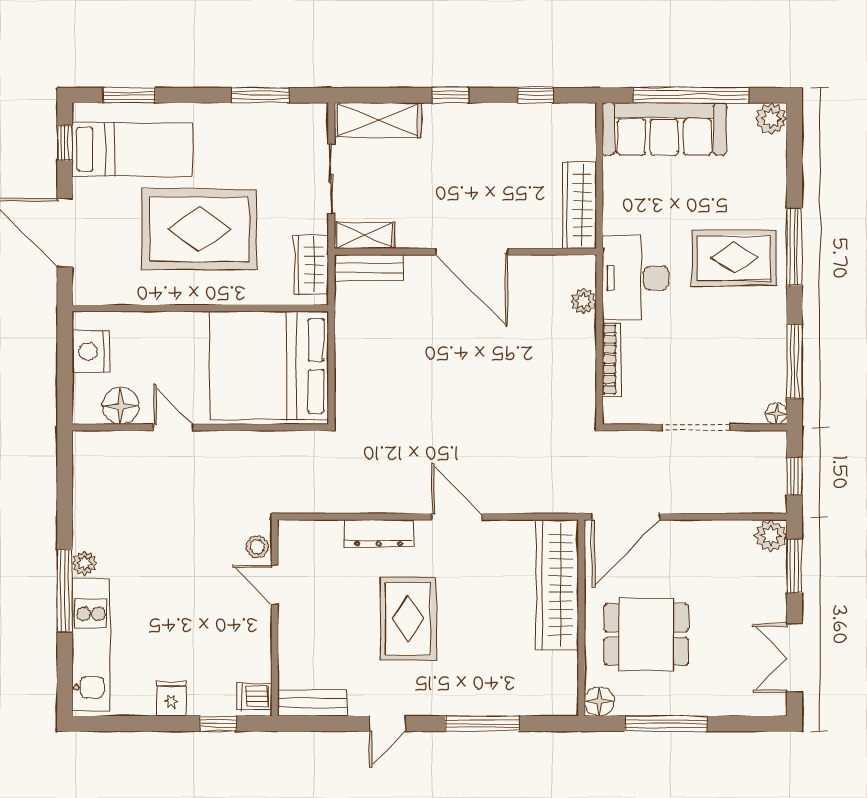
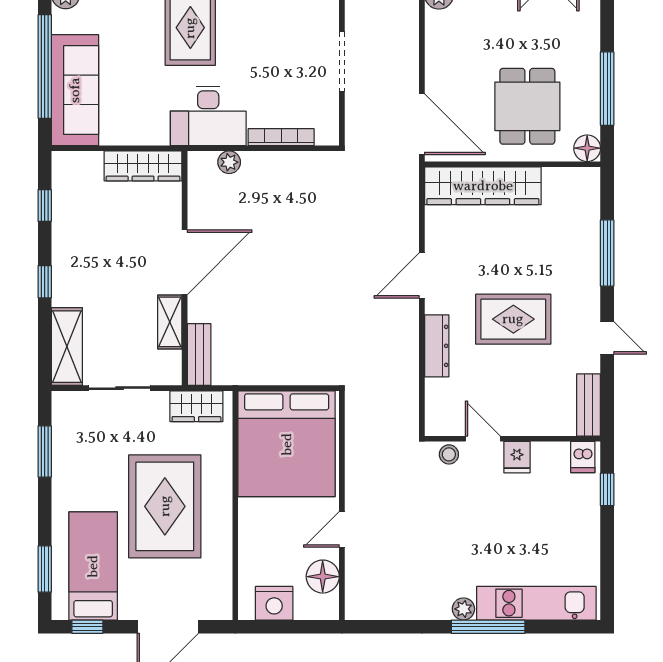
shelving: (364, 235) -> (170, 322), moved
door: (275, 585) -> (483, 439), swing flipped
fridge: (171, 699) -> (517, 457), moved, turned -90

